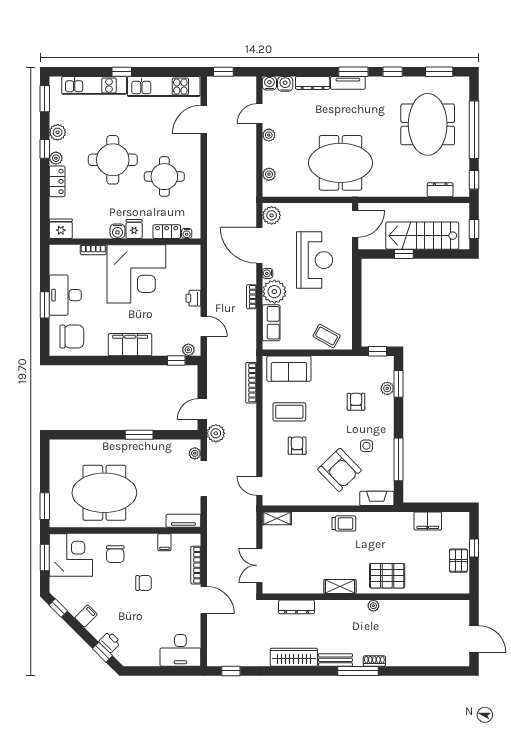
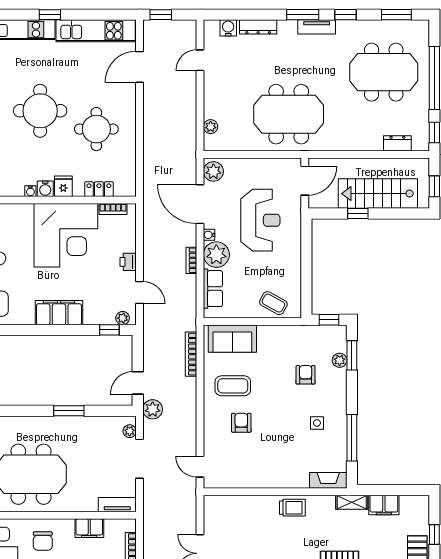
water cooler: (269, 83) -> (211, 27), removed
tv unit: (348, 83) -> (317, 27), moved
meeting table: (428, 124) -> (384, 72), turned 90
plant: (269, 135) -> (210, 84), removed
water cooler: (187, 233) -> (30, 191), moved
bookcase: (93, 250) -> (113, 209), moved
armchair: (339, 470) -> (287, 449), removed
shelving: (277, 518) -> (352, 502), moved
filing cabinet: (164, 542) -> (89, 528), width x2.00

